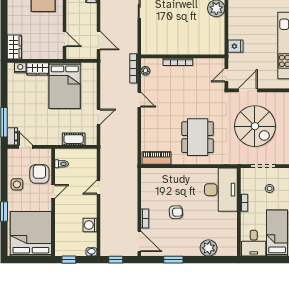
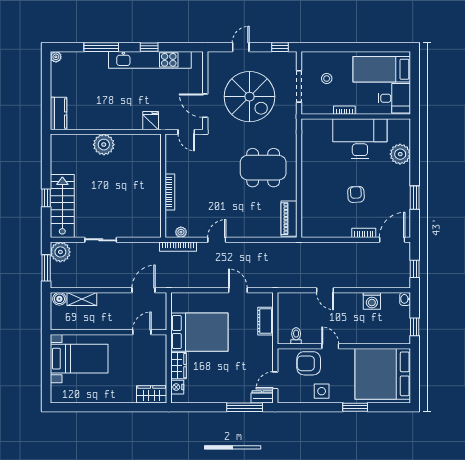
spiral stairs: (255, 126) -> (250, 97), turned 90
desk: (221, 190) -> (360, 139), moved

